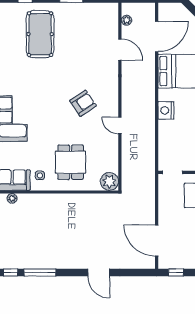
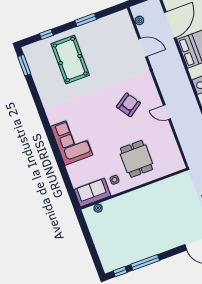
plant: (109, 182) -> (176, 163), removed

